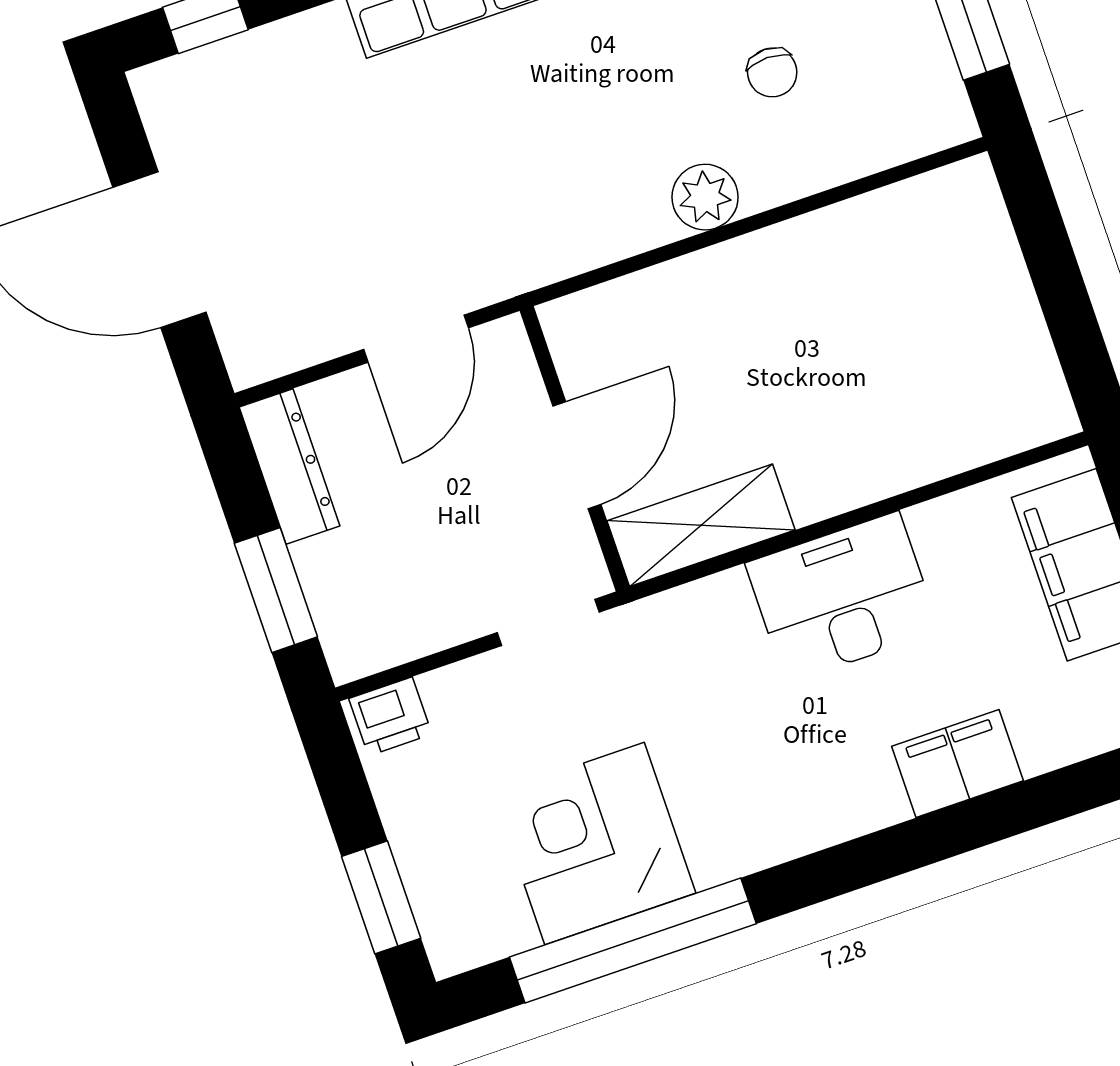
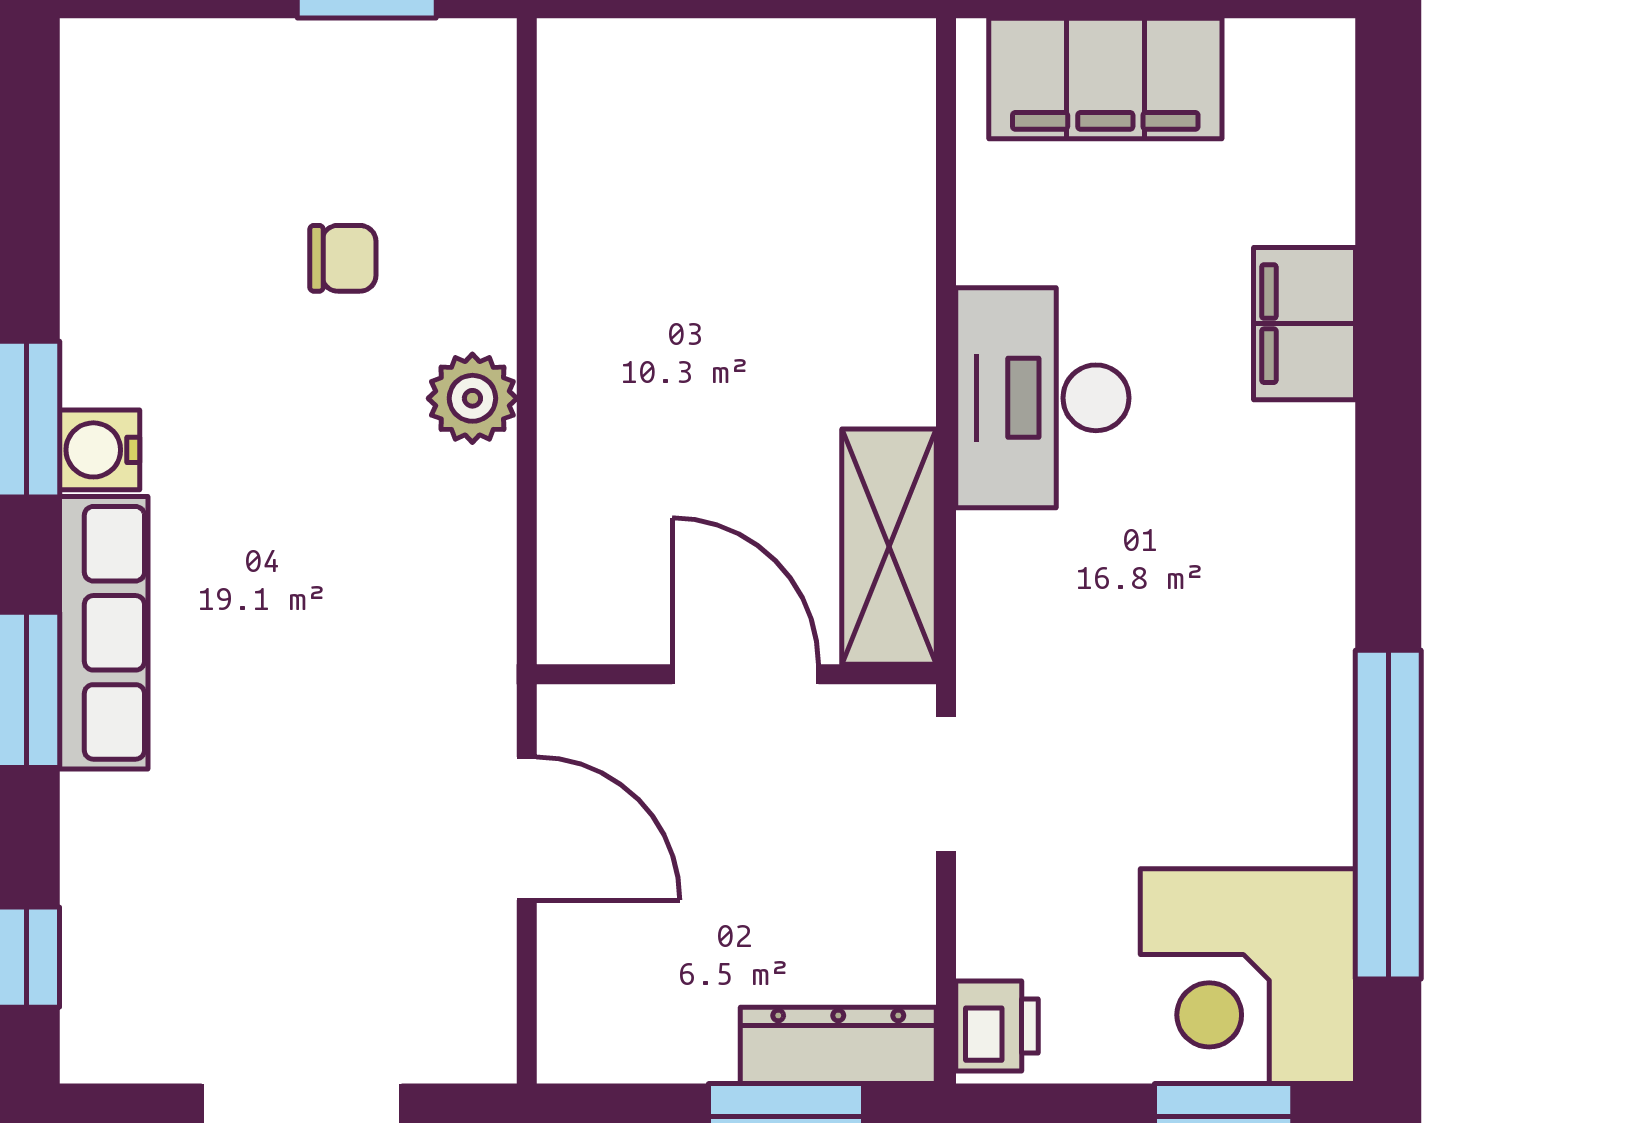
dresser: (290, 466) -> (838, 1045), moved
corner desk: (594, 843) -> (1248, 976), moved

